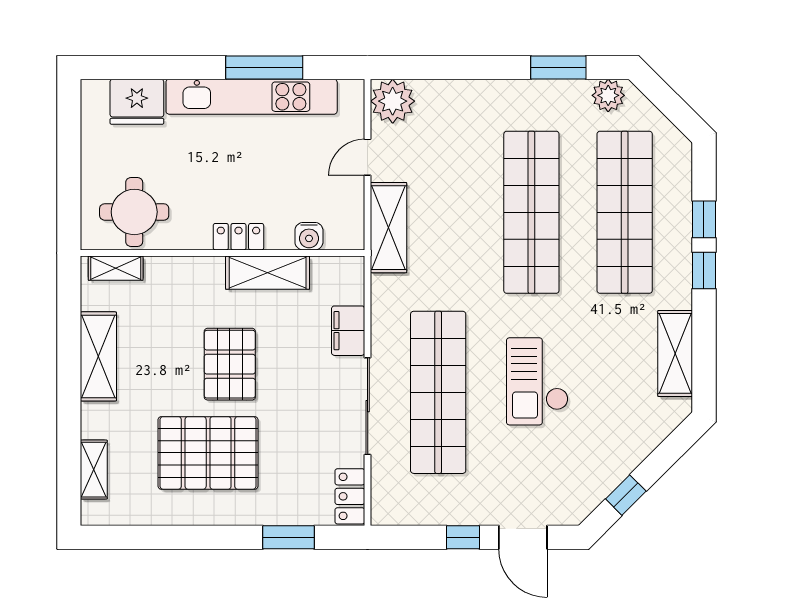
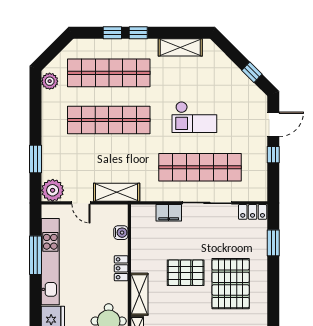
window: (558, 67) -> (35, 159), moved
shelving: (268, 273) -> (139, 294), moved

